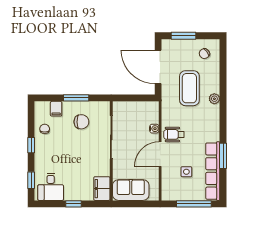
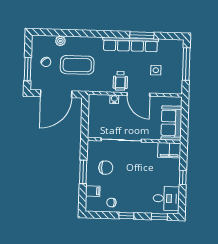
chair: (204, 54) -> (46, 62), moved
plant: (214, 99) -> (60, 41), moved
chair: (81, 122) -> (106, 168), turned 90
row of seats: (213, 171) -> (130, 45), moved

